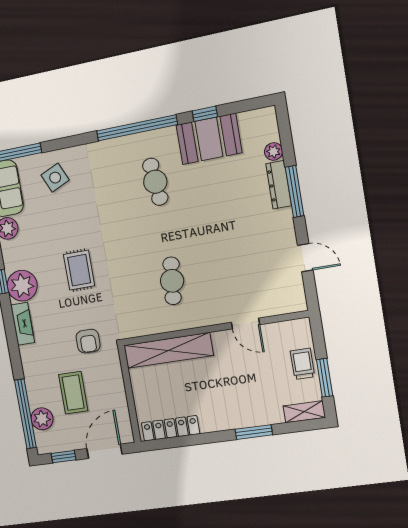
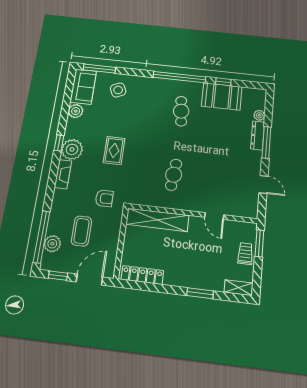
armchair: (88, 341) -> (104, 198), turned -90
window: (325, 378) -> (259, 243), moved

